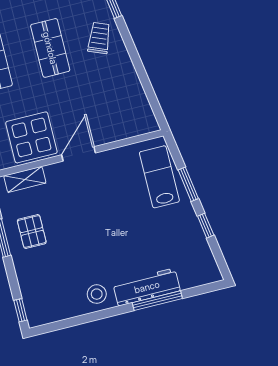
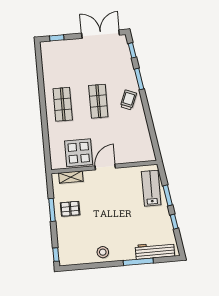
pallet: (32, 231) -> (70, 209), turned 90
workbench: (147, 287) -> (155, 251), moved

